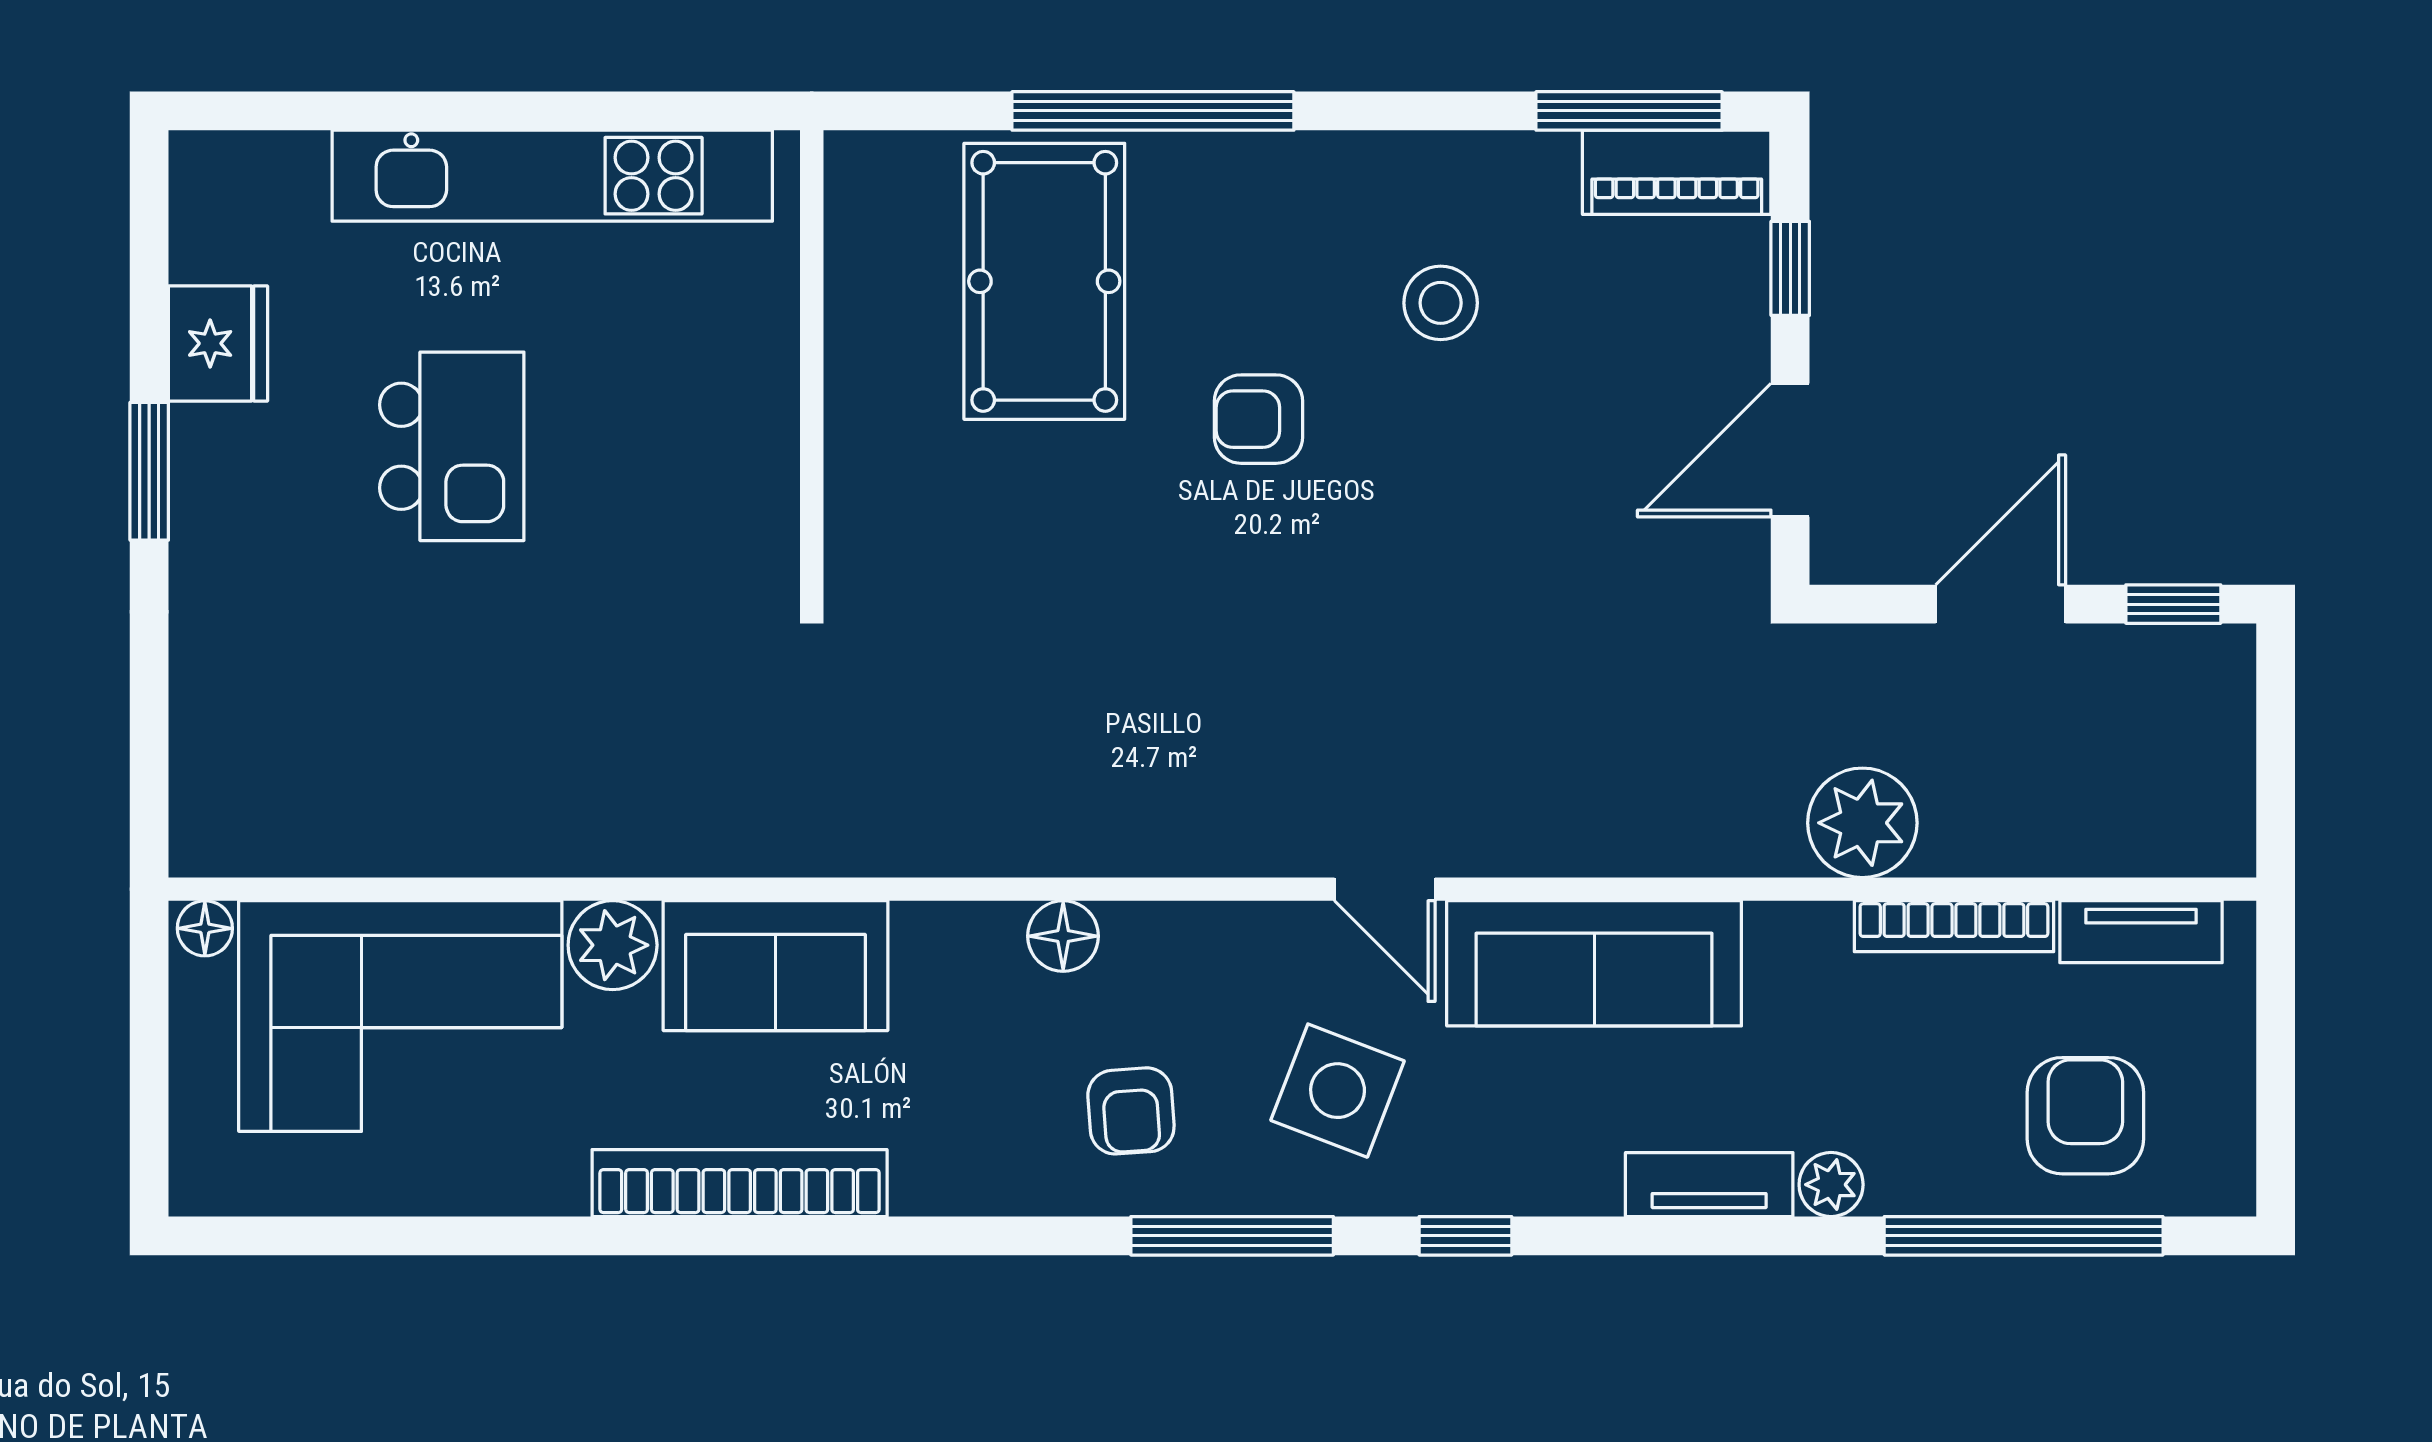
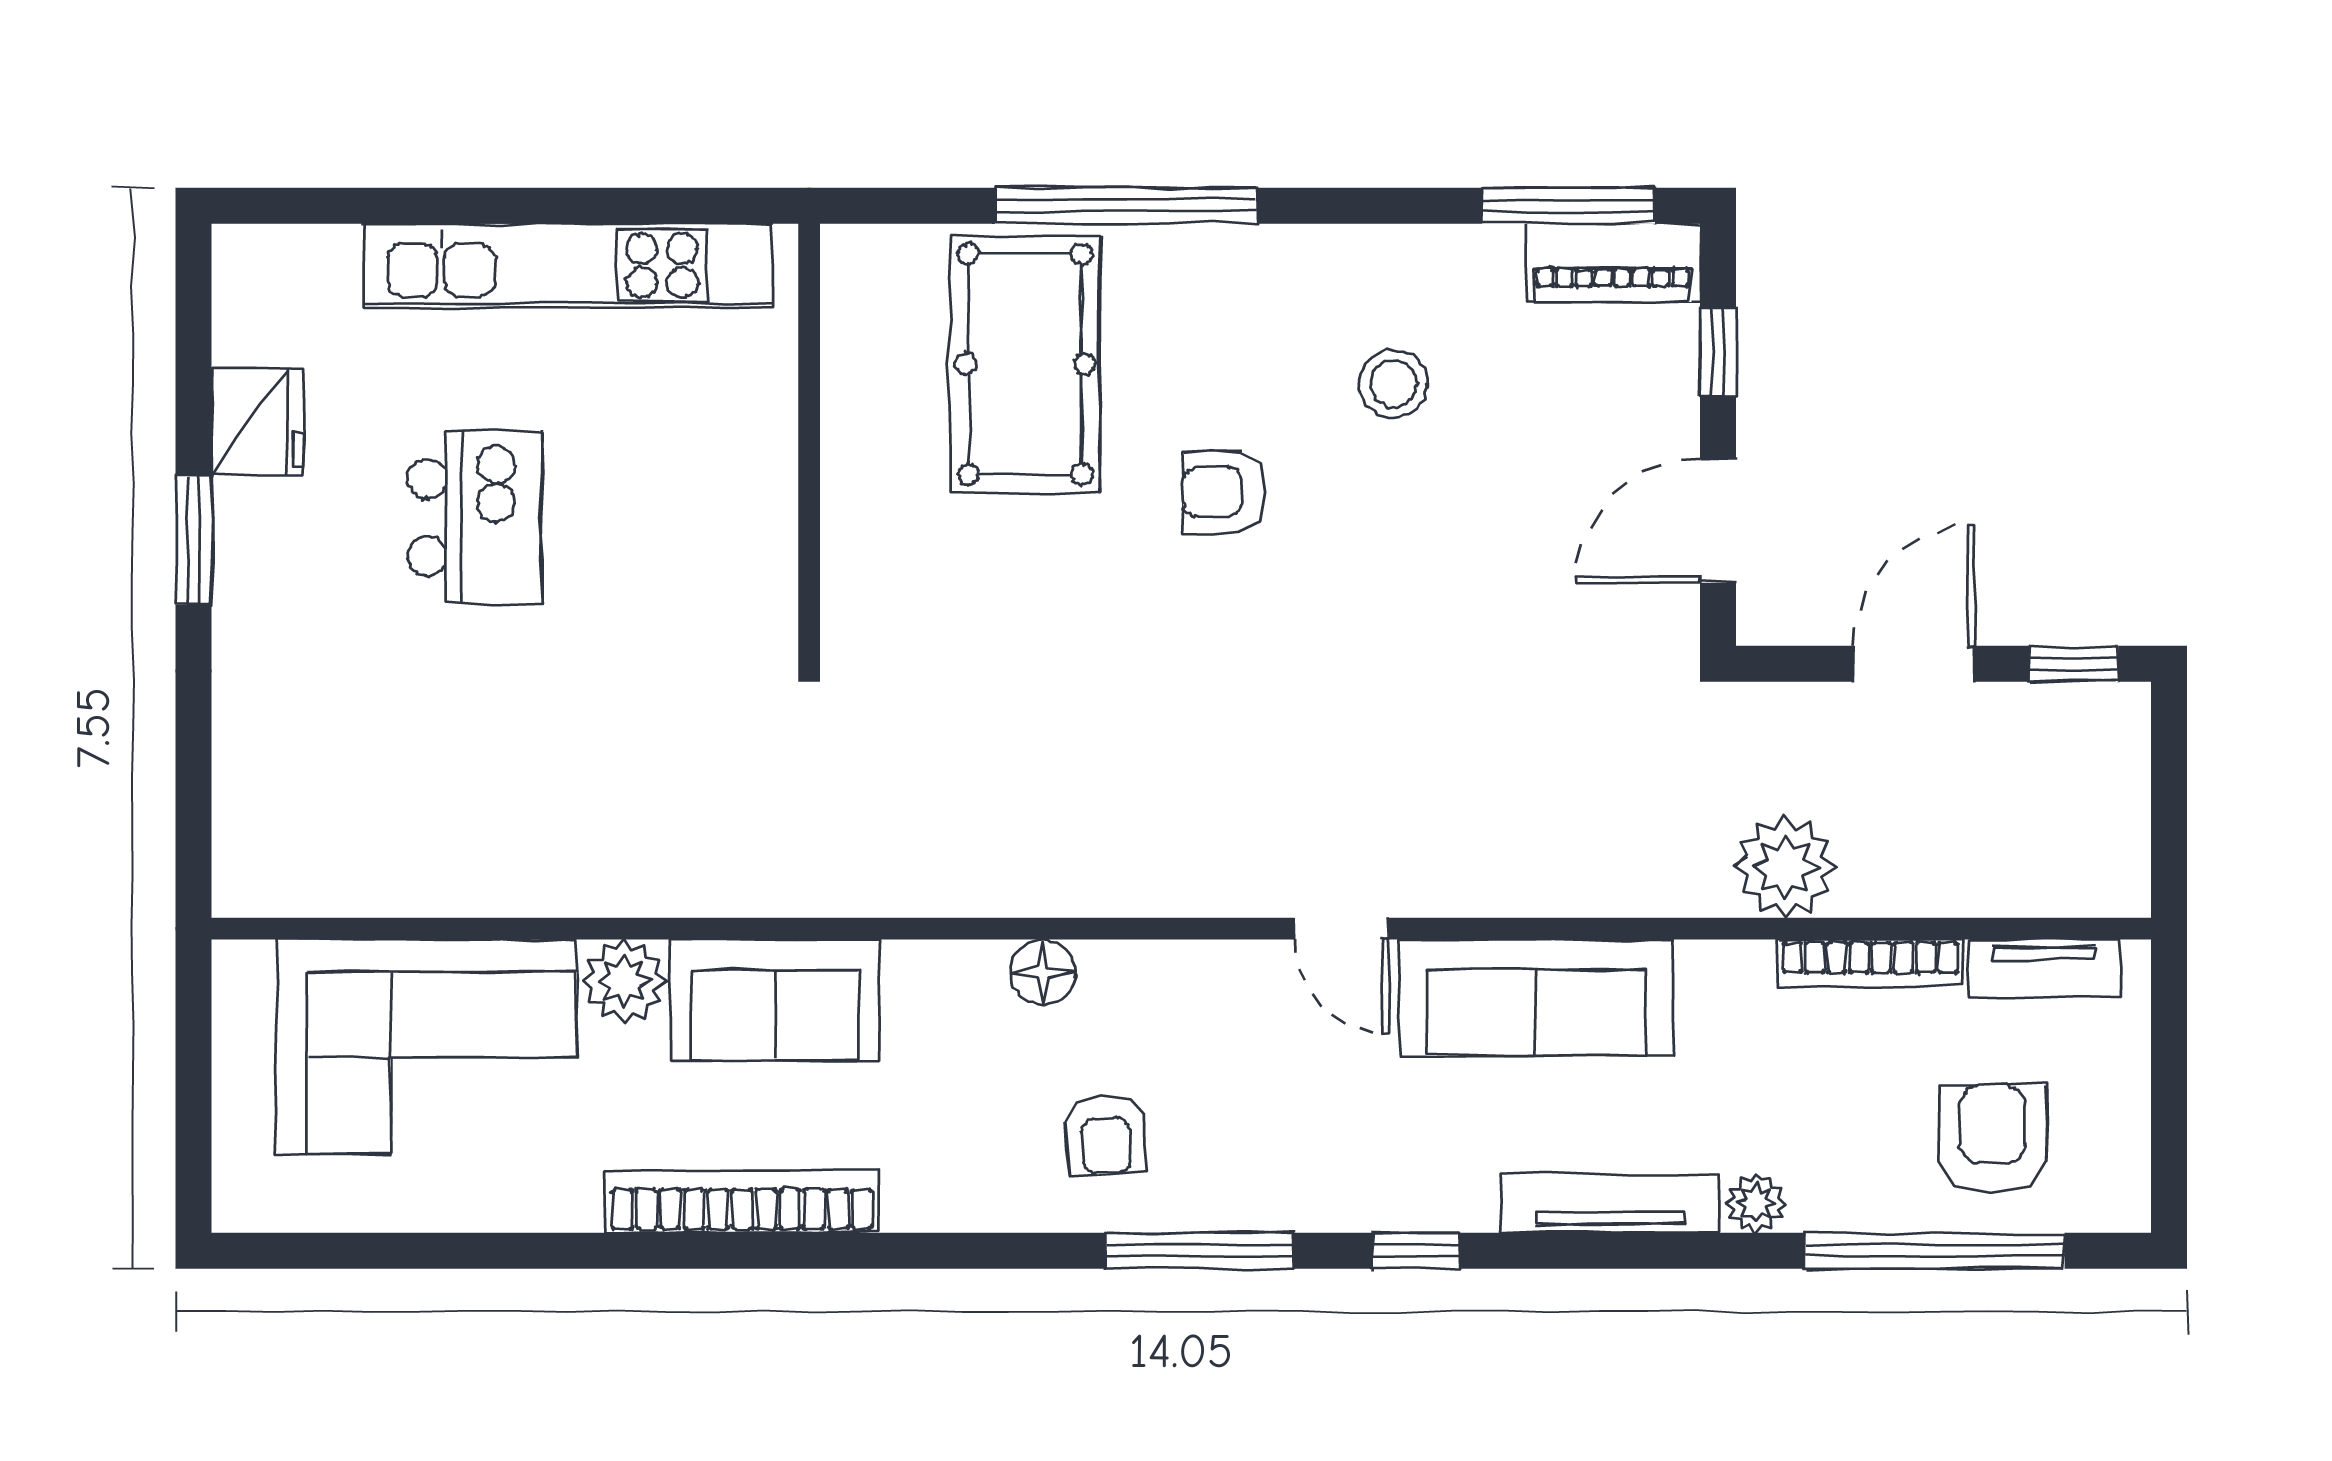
floor lamp: (205, 928) -> (245, 965), removed
side table: (1338, 1091) -> (1298, 1116), removed
tv unit: (1709, 1185) -> (1611, 1203), width x1.41

